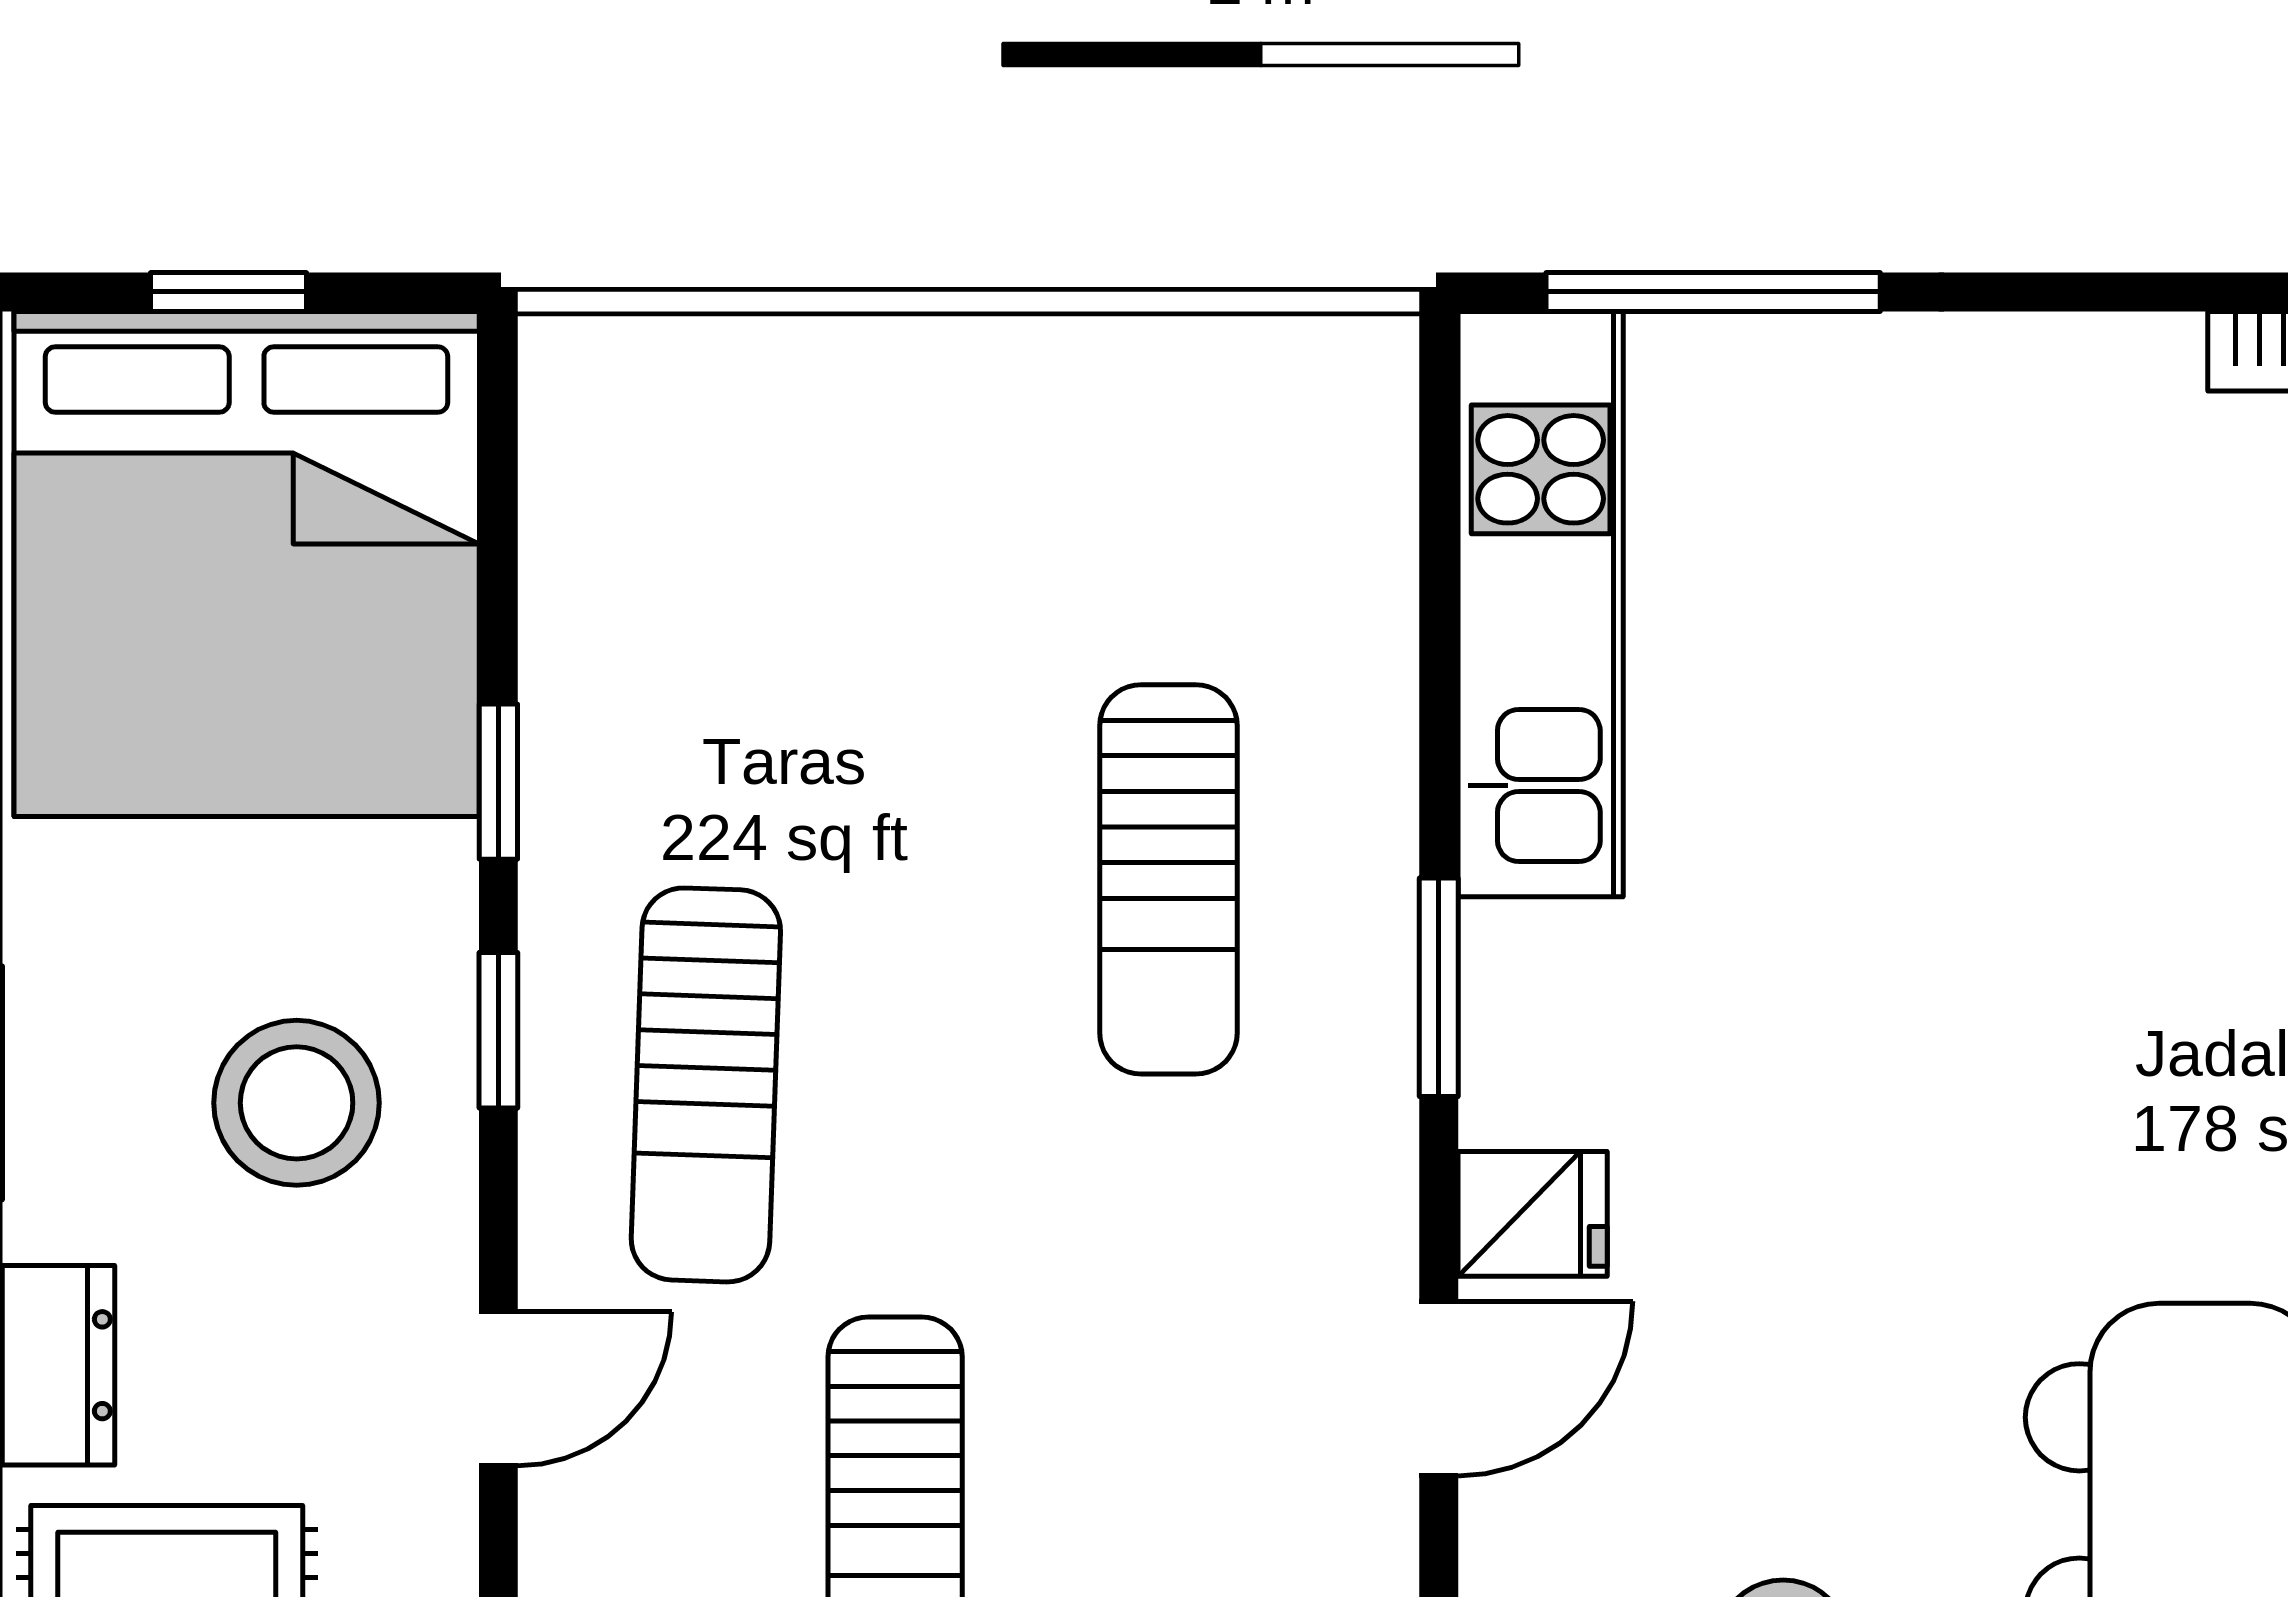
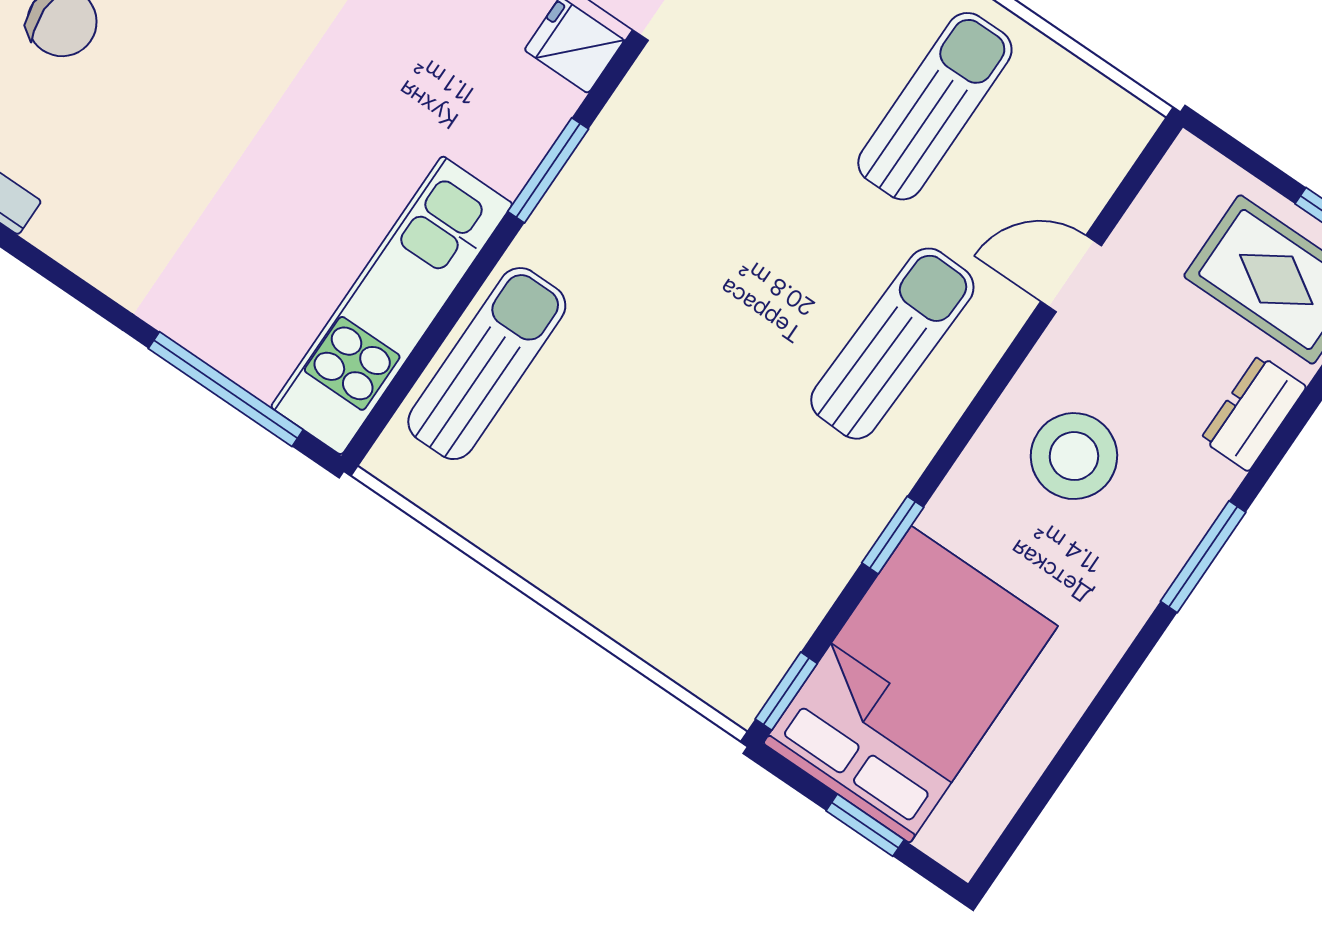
bed: (247, 564) -> (911, 685), width x0.73
sun lounger: (1168, 879) -> (487, 364), moved
window: (498, 1030) -> (786, 691), moved

